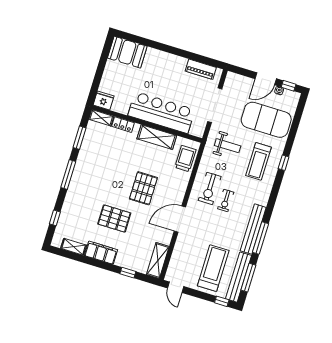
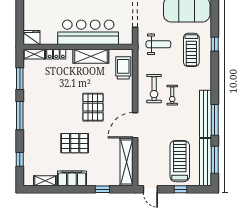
shelving: (158, 261) -> (126, 162), width x1.47
window: (222, 301) -> (181, 189), moved

